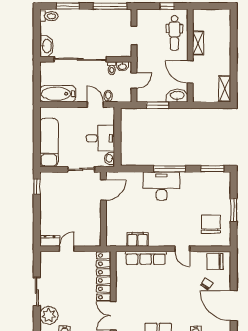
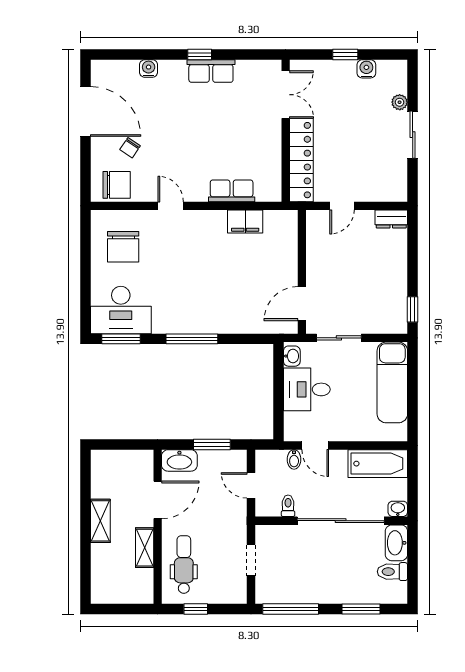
toilet: (49, 16) -> (392, 572), moved
washbasin: (123, 66) -> (398, 509), moved
door: (190, 72) -> (158, 500), hinge flipped
door: (134, 81) -> (251, 485), hinge flipped
shelving: (225, 89) -> (100, 521), moved
desk: (162, 186) -> (121, 310), moved
window: (234, 210) -> (85, 270), removed
door: (67, 249) -> (342, 206), moved
row of seats: (146, 258) -> (232, 191), width x0.68
plant: (49, 315) -> (400, 102), width x0.53, depth x0.53

